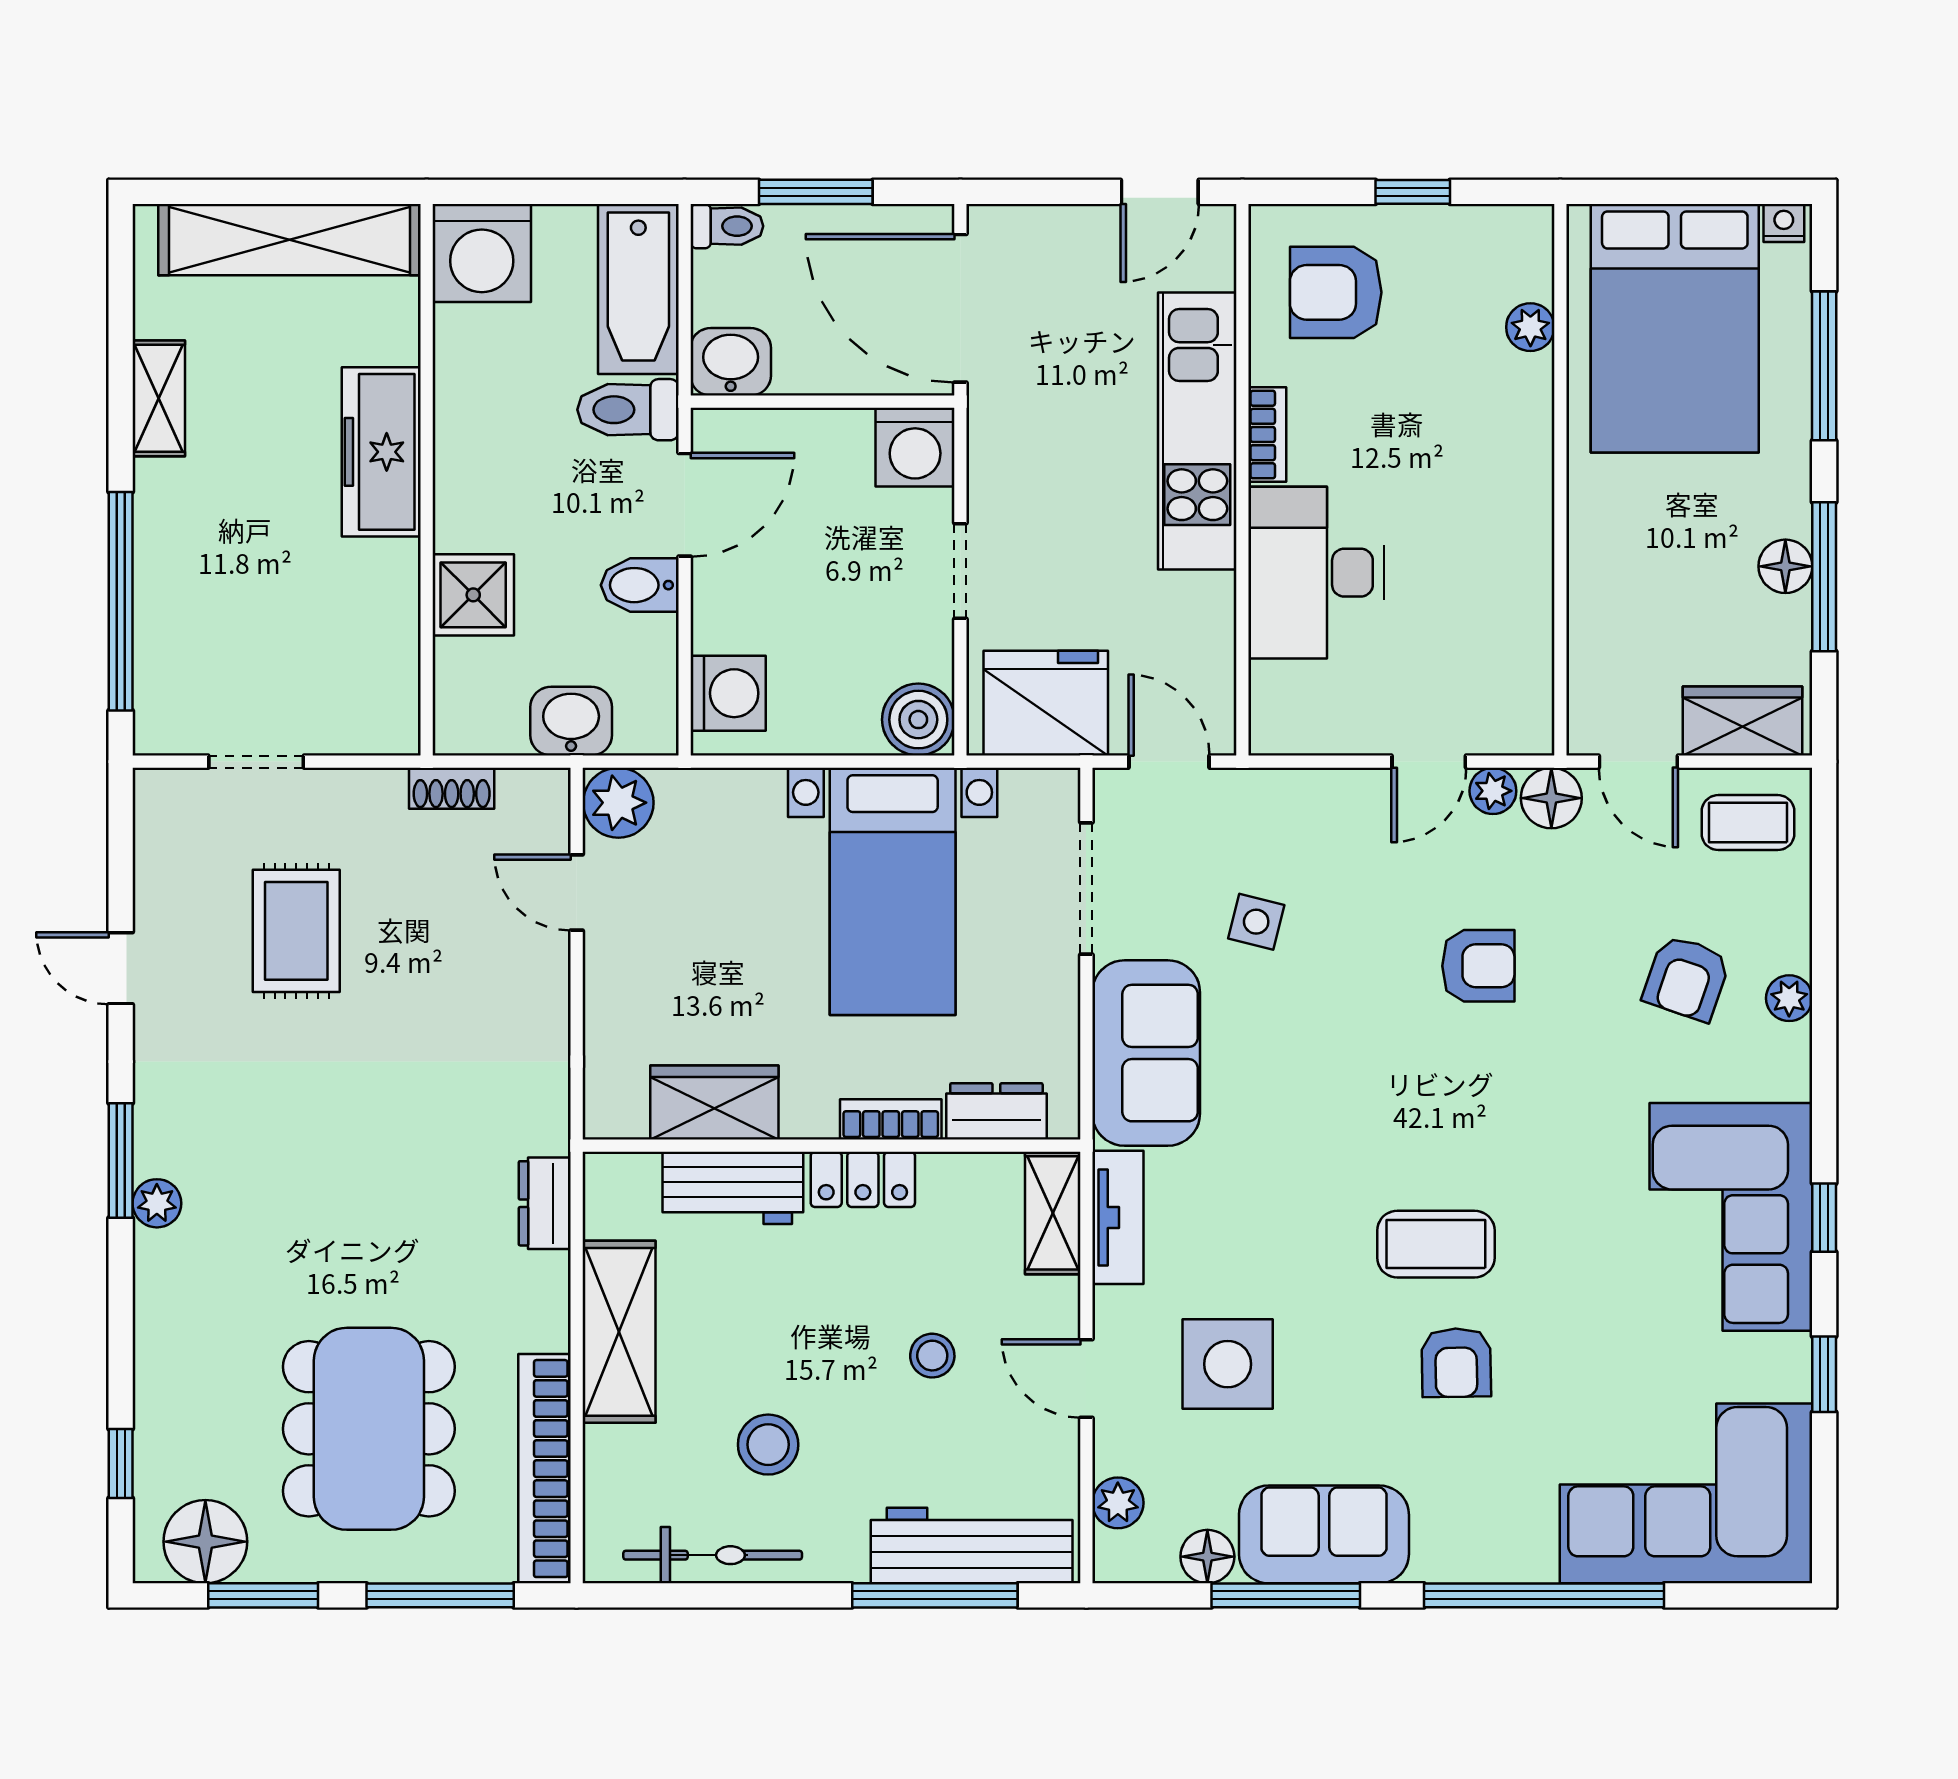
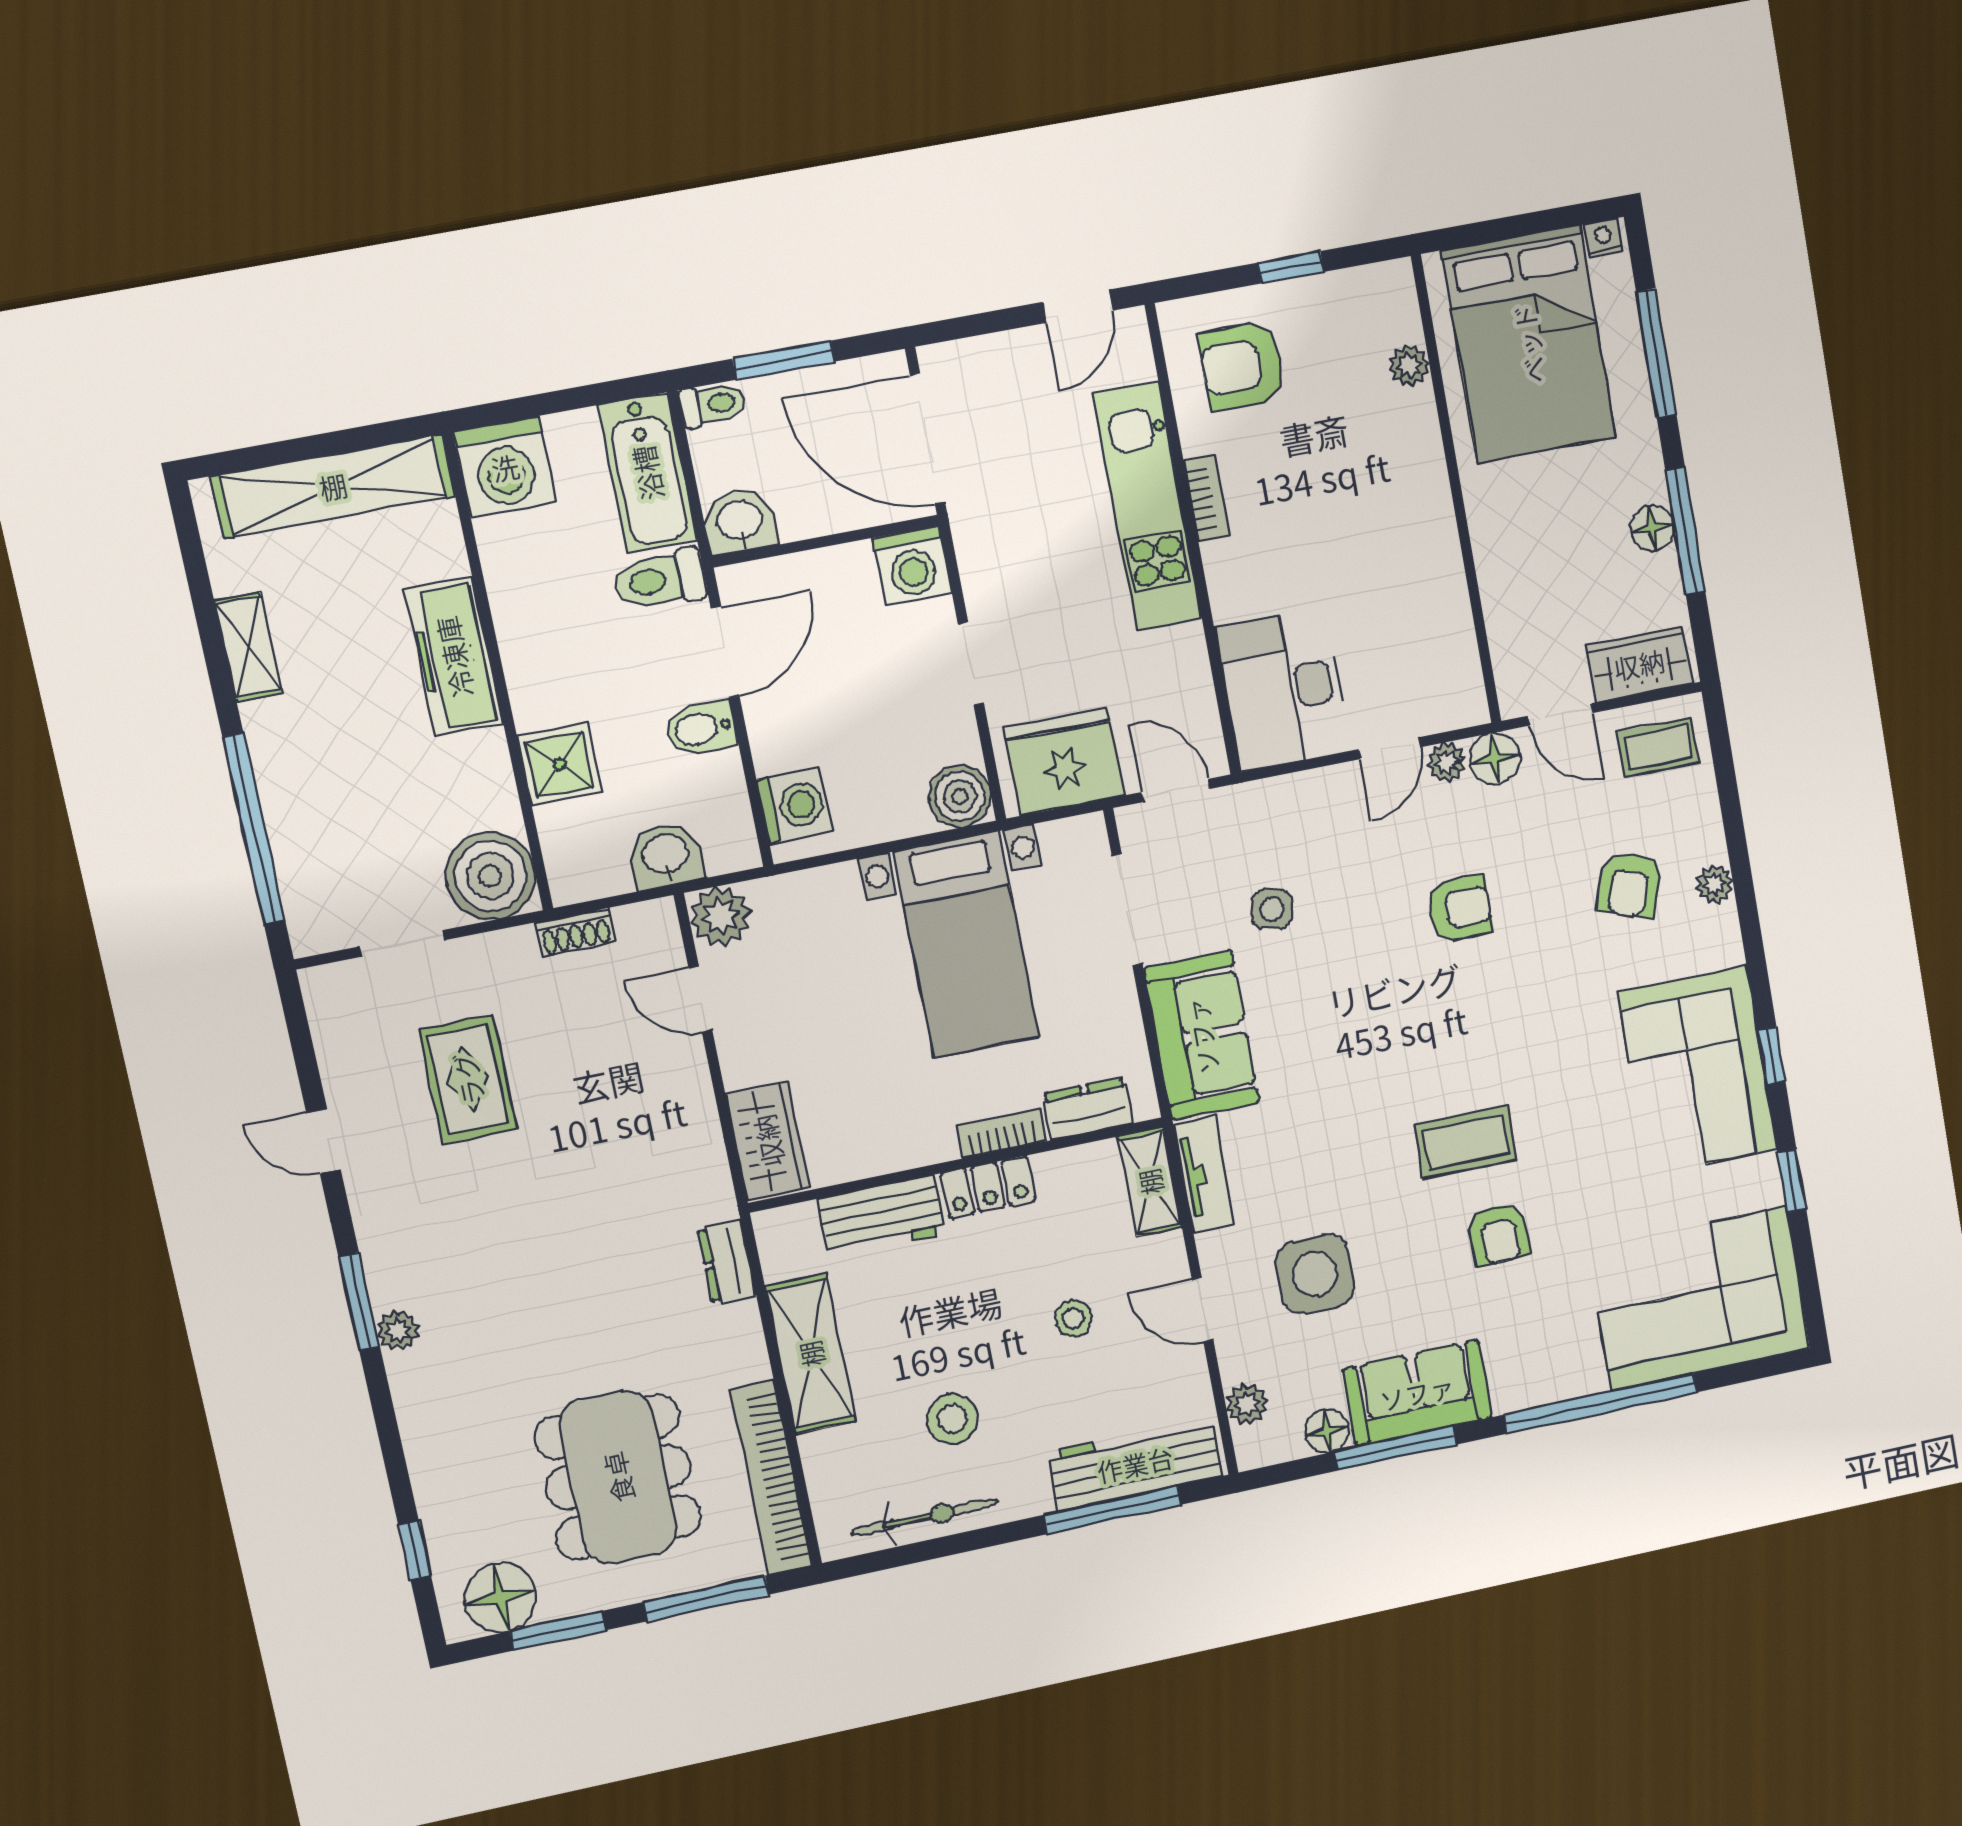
desk: (1316, 573) -> (1283, 689), moved
boiler: (370, 705) -> (490, 876), added
wardrobe: (714, 1102) -> (768, 1141), moved, turned 90

